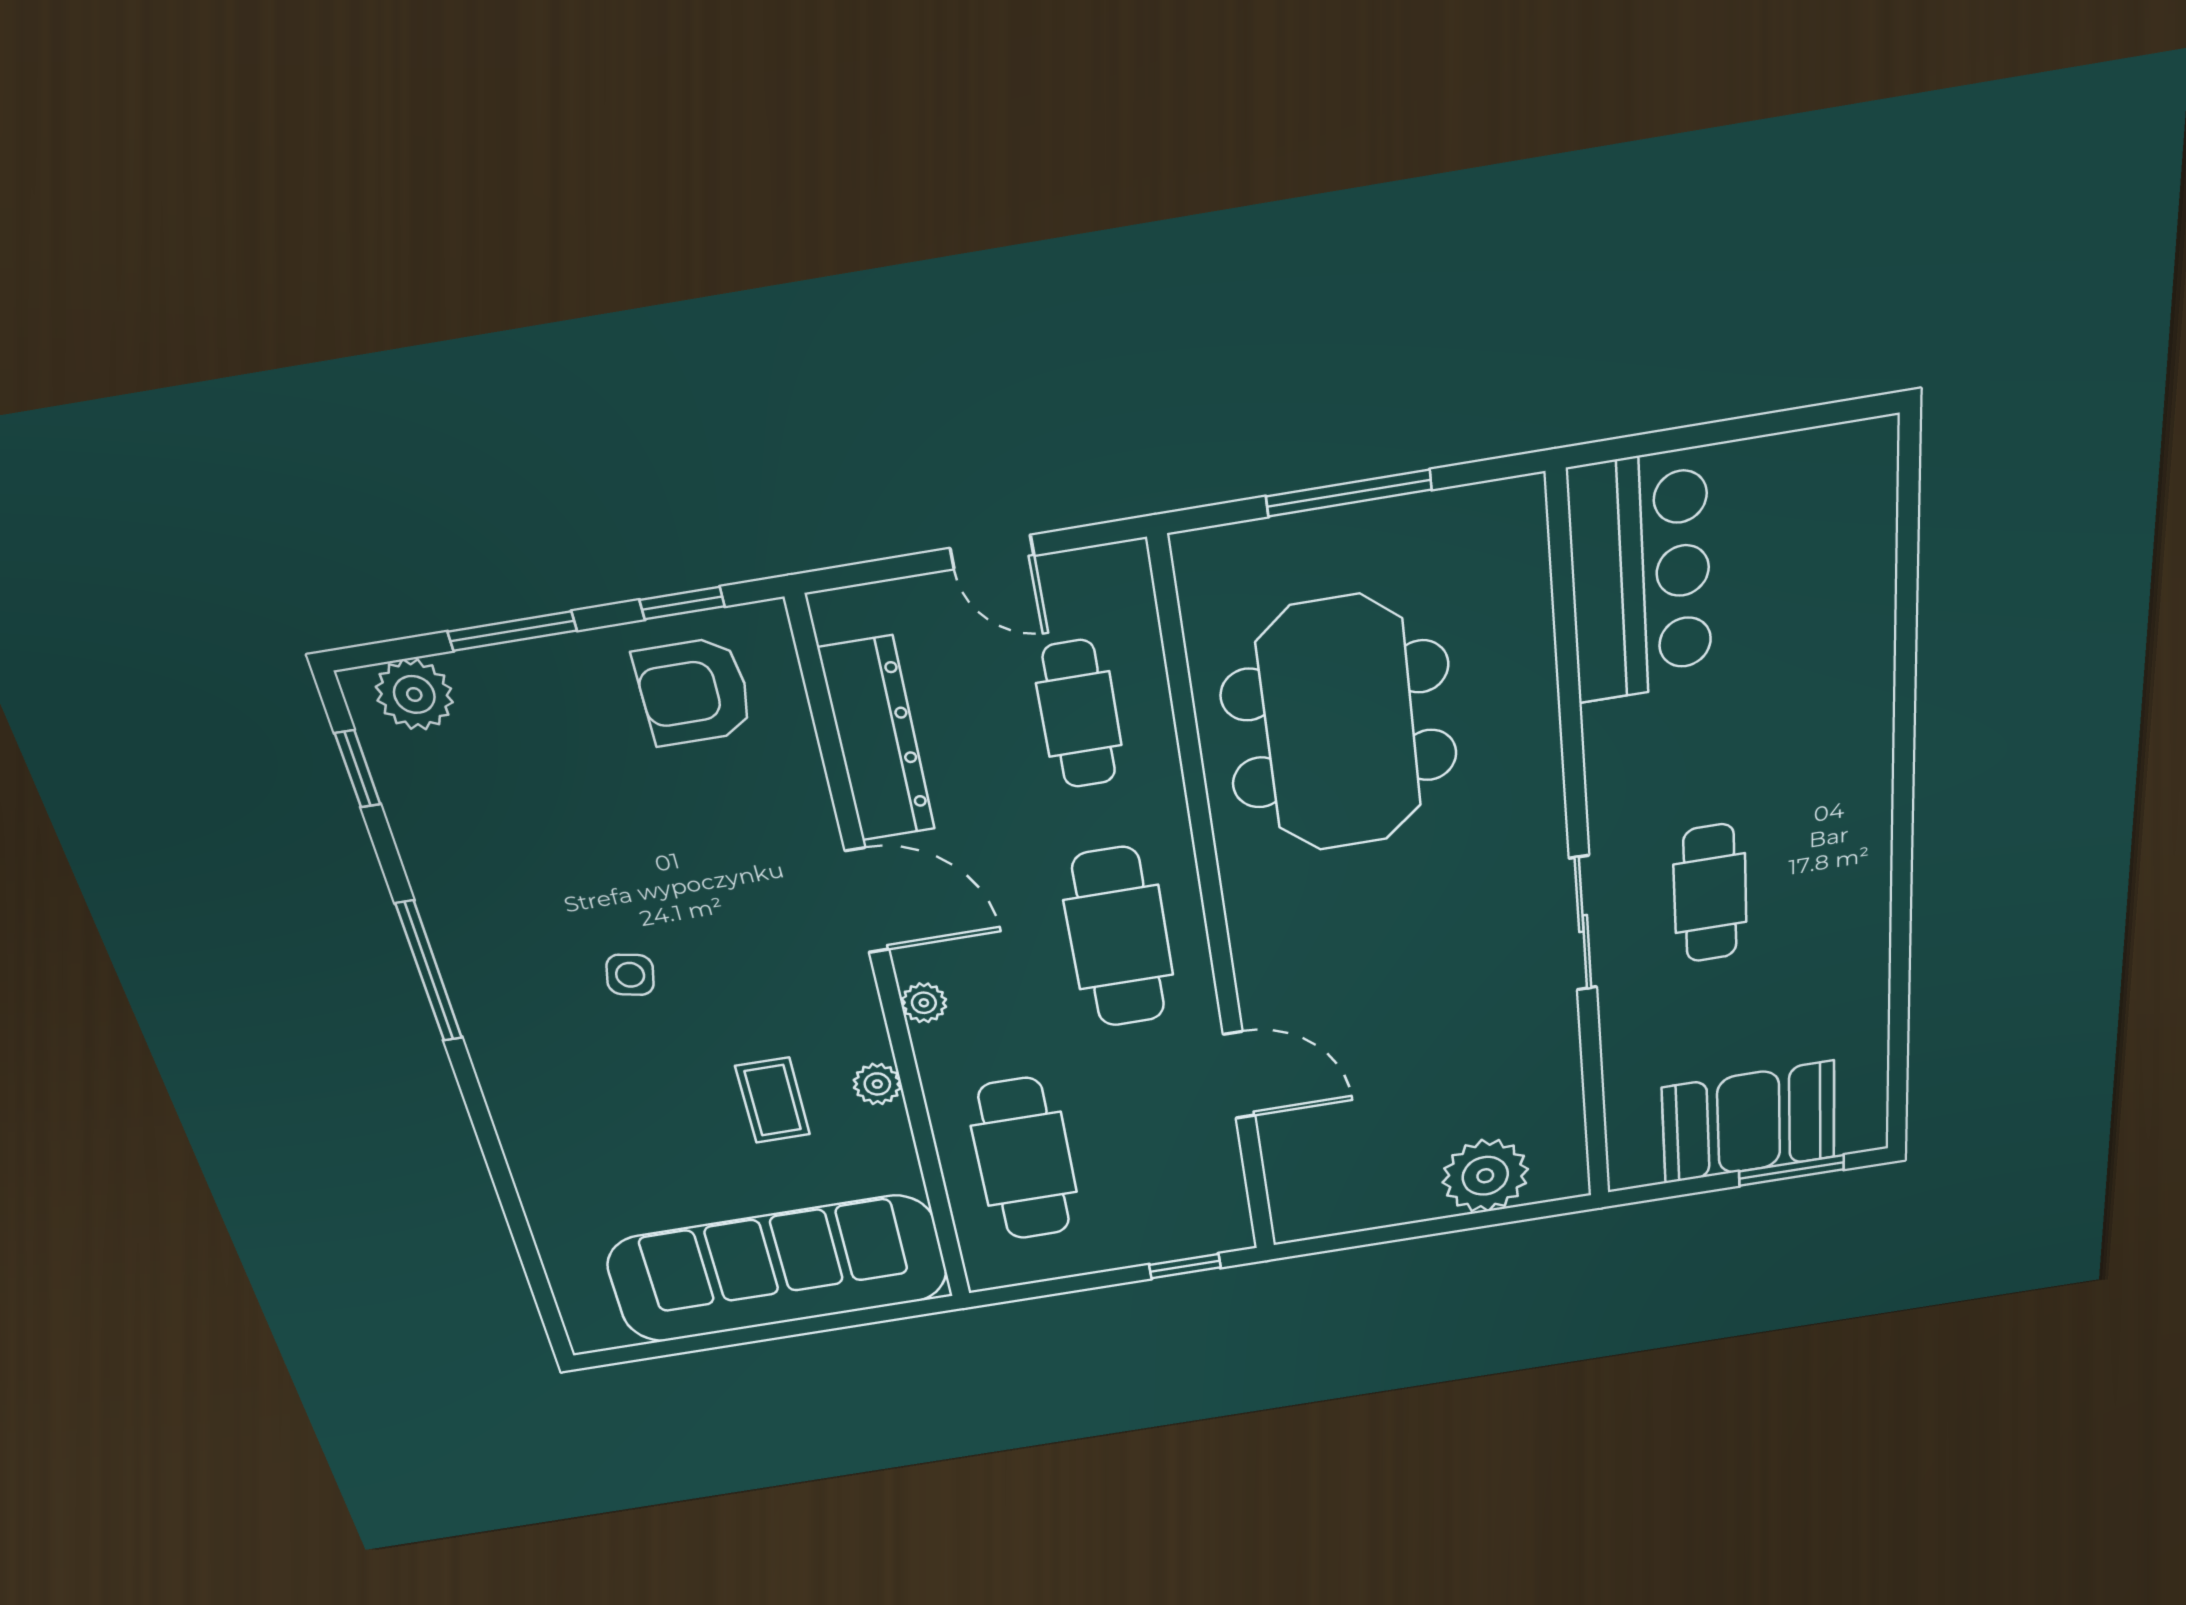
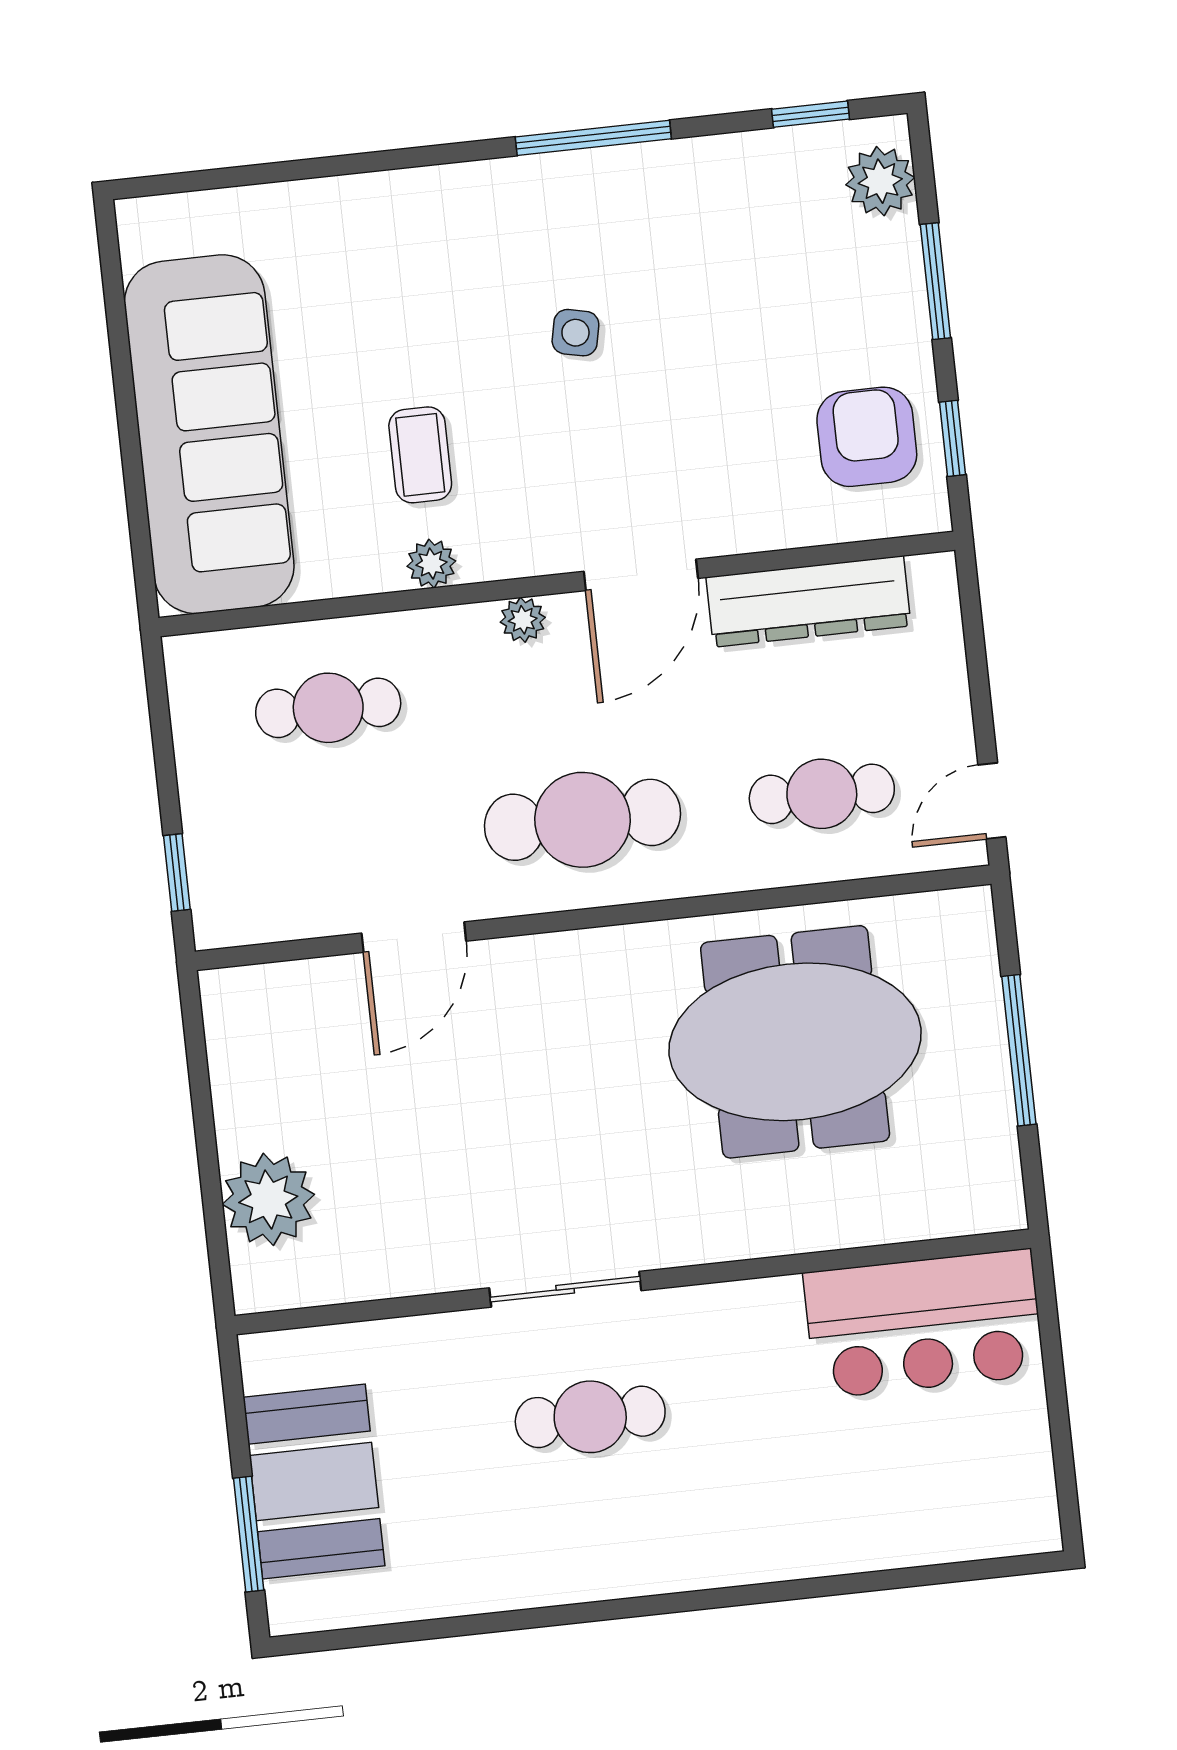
door: (992, 552) -> (992, 801), moved
coffee table: (773, 1100) -> (420, 455), turned 90
cafe table: (1024, 1159) -> (328, 708), width x0.73, depth x0.74

